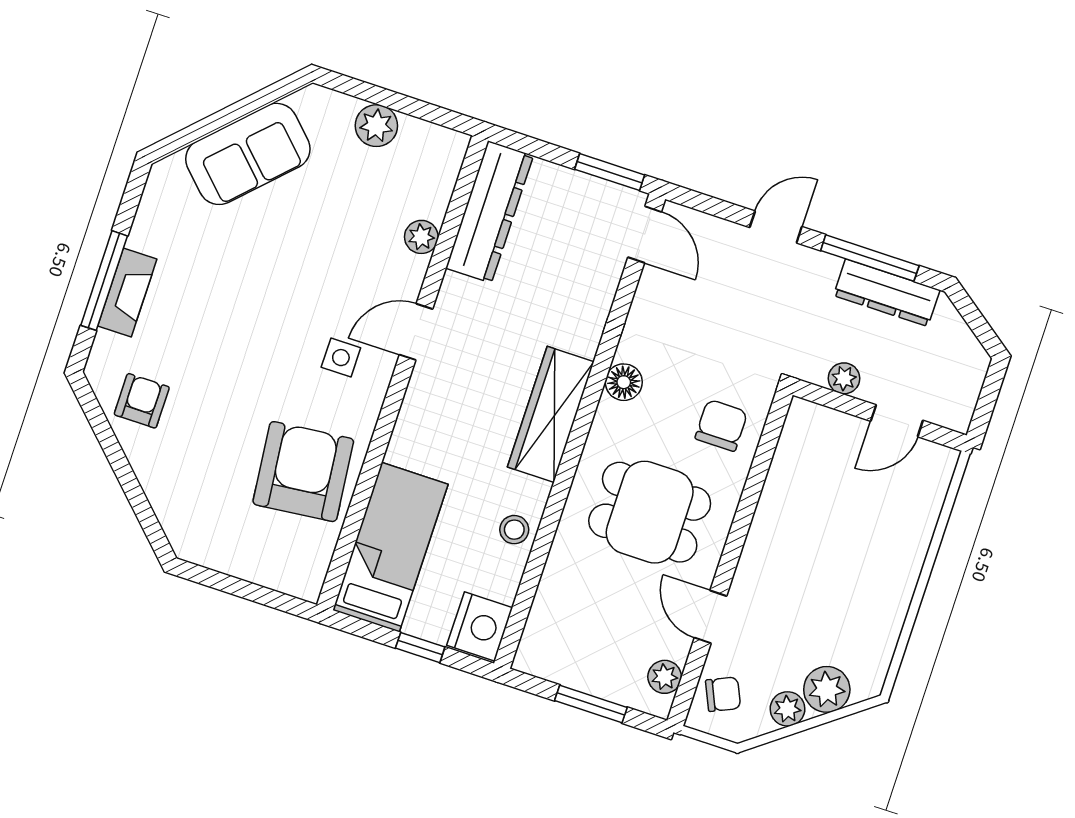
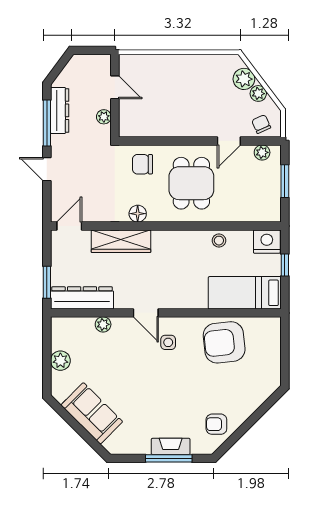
window: (610, 172) -> (47, 282), moved
wardrobe: (551, 414) -> (121, 241), moved

